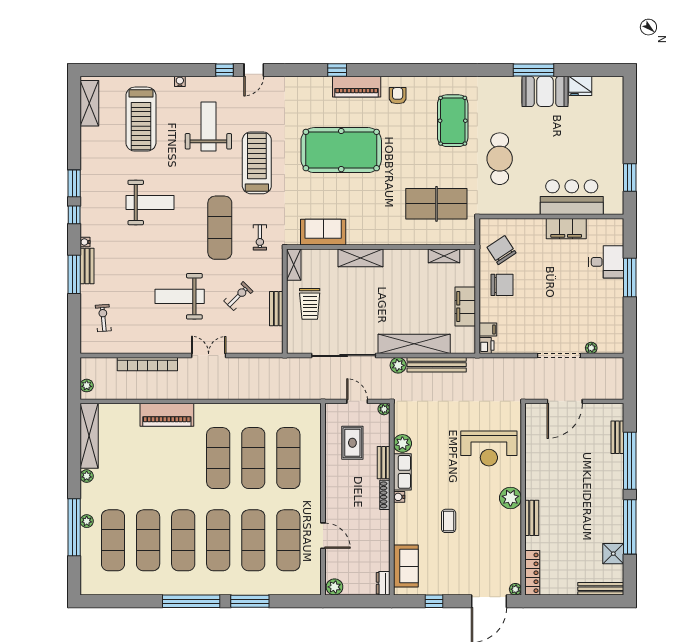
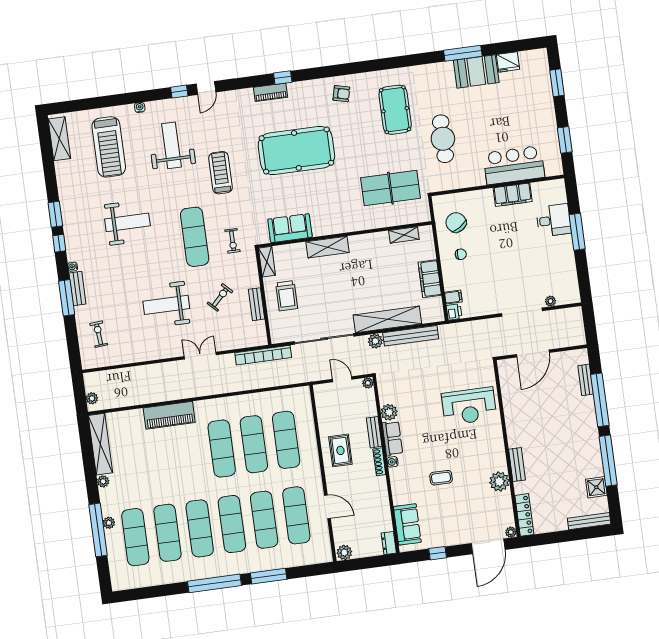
piano: (357, 87) -> (271, 92), moved, width x0.73, depth x0.75
armchair: (398, 96) -> (341, 94), turned 104
window: (630, 115) -> (557, 83), added
treadmill: (257, 163) -> (220, 173), width x0.73, depth x0.73
chair: (502, 285) -> (461, 254), width x0.54, depth x0.54
bookcase: (147, 364) -> (263, 355), moved
rug: (352, 443) -> (340, 450), moved
plant: (510, 498) -> (499, 482), moved
coffee table: (449, 521) -> (441, 478), turned 90

